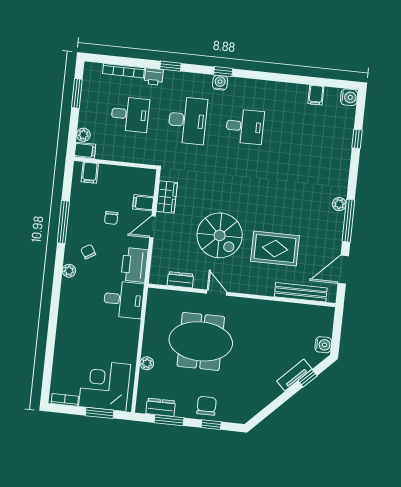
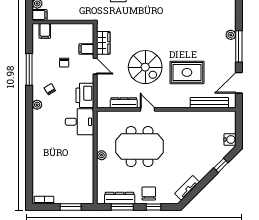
door: (152, 227) -> (95, 66), swing flipped
dresser: (180, 280) -> (124, 103), width x1.44
plant: (147, 363) -> (102, 155), moved
tv unit: (294, 375) -> (187, 188), moved
corner desk: (105, 386) -> (72, 186), removed
dresser: (161, 407) -> (120, 198), width x1.44

